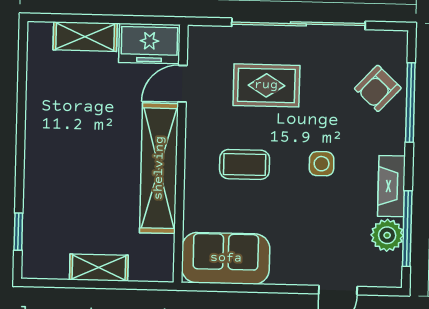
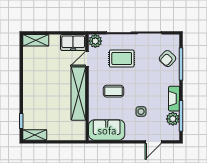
shelving: (85, 37) -> (36, 40), moved
plant: (203, 41) -> (95, 41), added
side table: (322, 164) -> (141, 112), moved
shelving: (99, 268) -> (35, 135), moved

